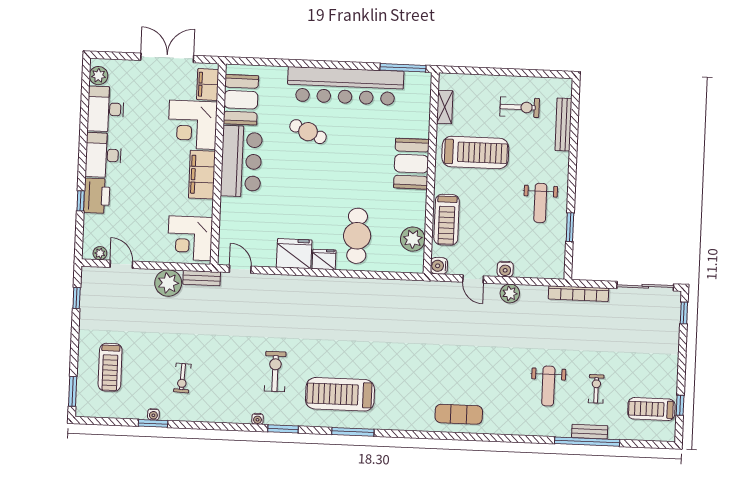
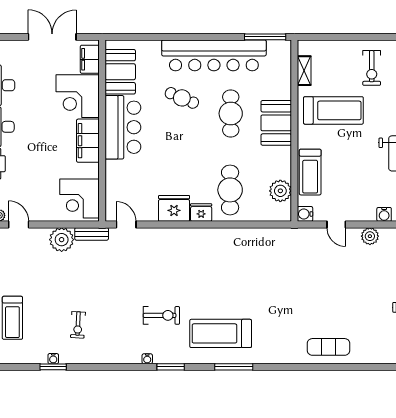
exercise bike: (520, 107) -> (372, 68), turned 90
cafe table: (361, 151) -> (231, 113), added
water cooler: (505, 269) -> (384, 214), moved
exercise bike: (275, 372) -> (161, 315), turned 90

